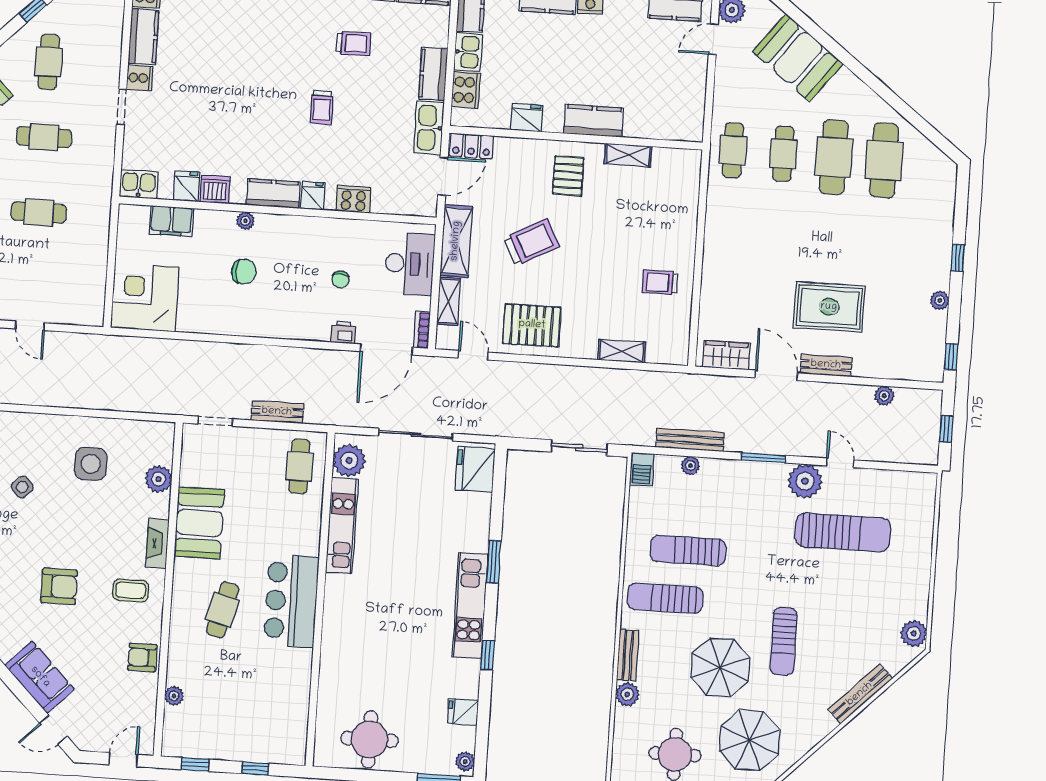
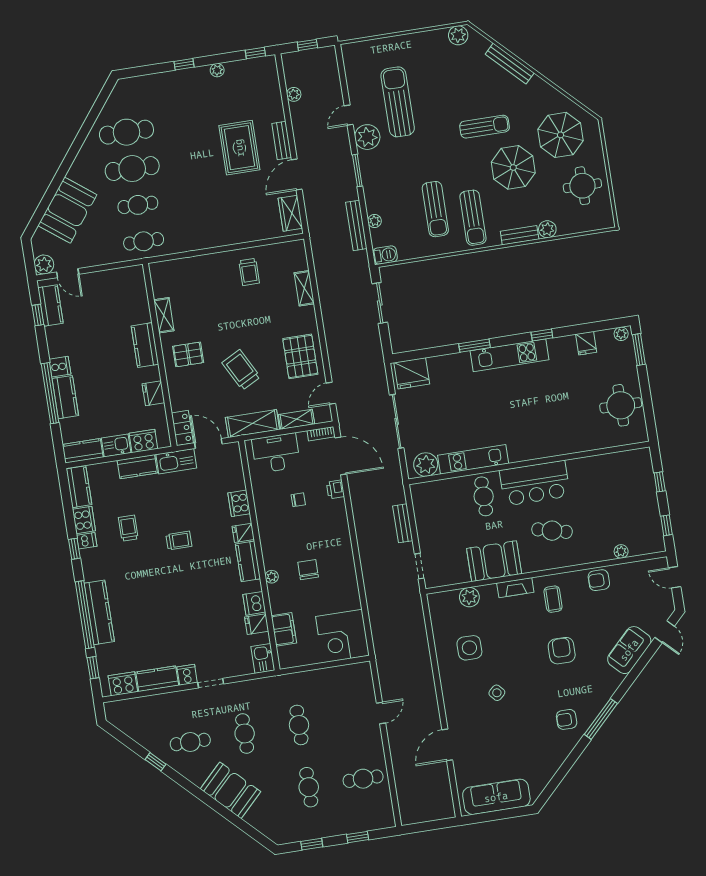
cafe table: (299, 466) -> (484, 496), moved, turned 90
armchair: (142, 657) -> (599, 580), turned 90

